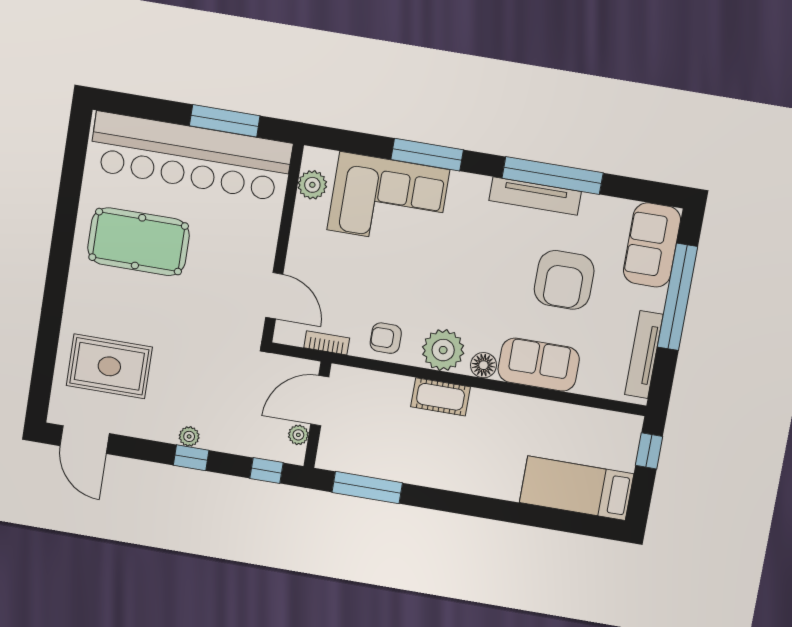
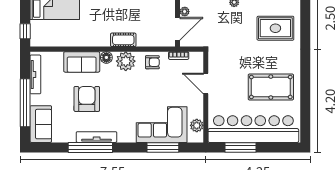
window: (427, 155) -> (163, 147), moved
armchair: (564, 280) -> (87, 99), moved
door: (274, 296) -> (206, 84), moved

